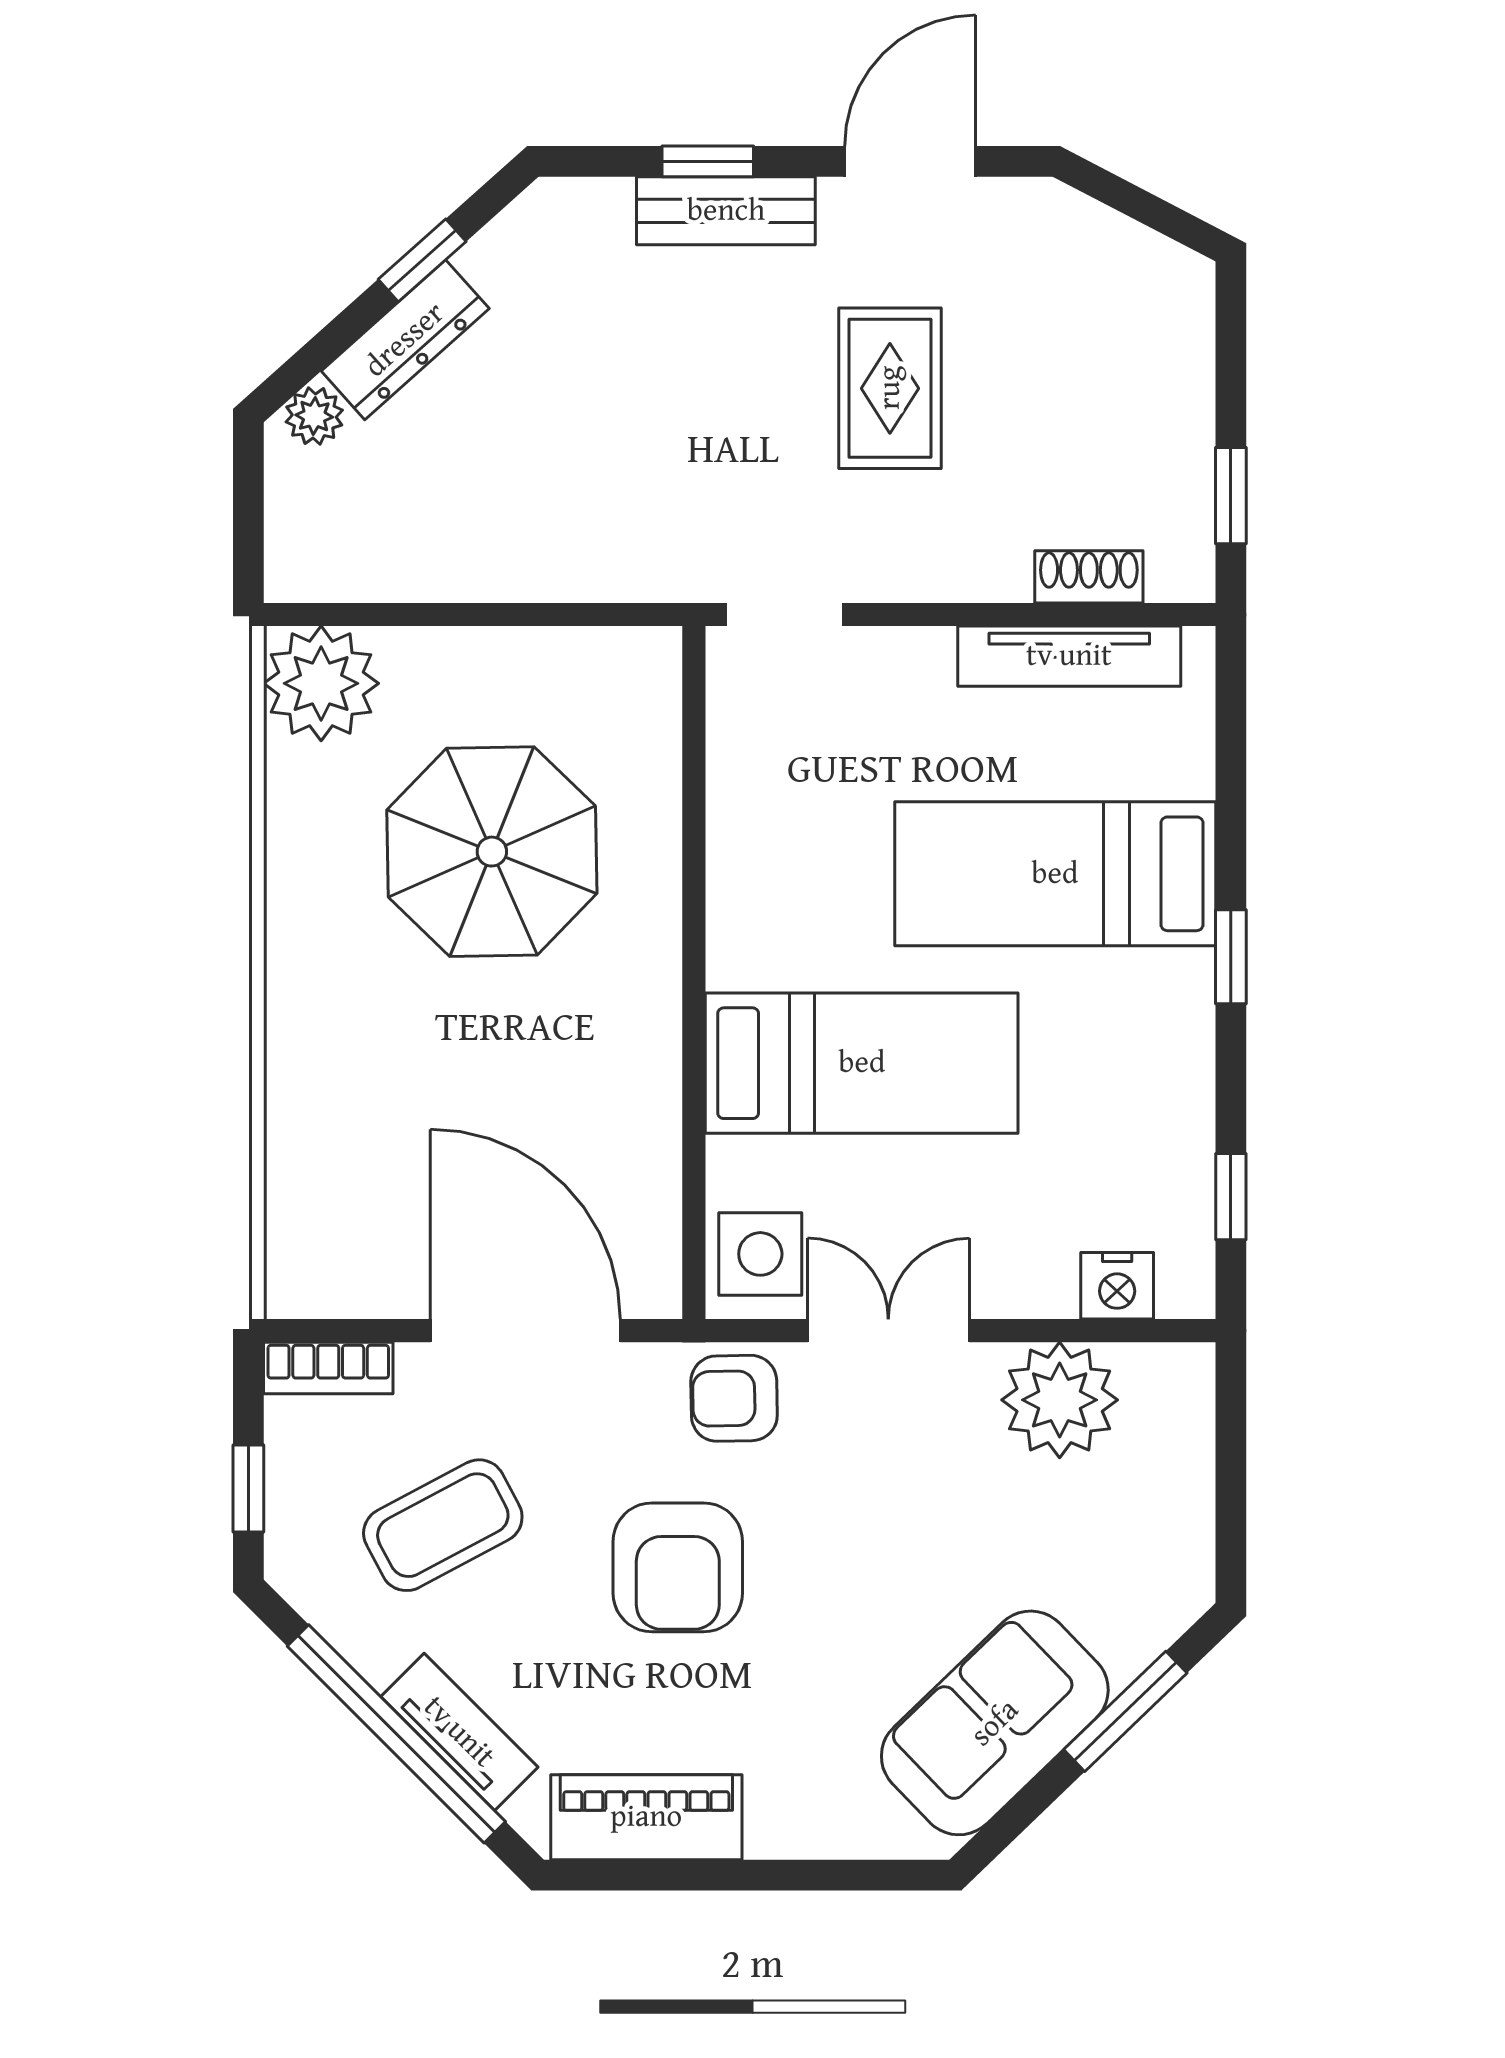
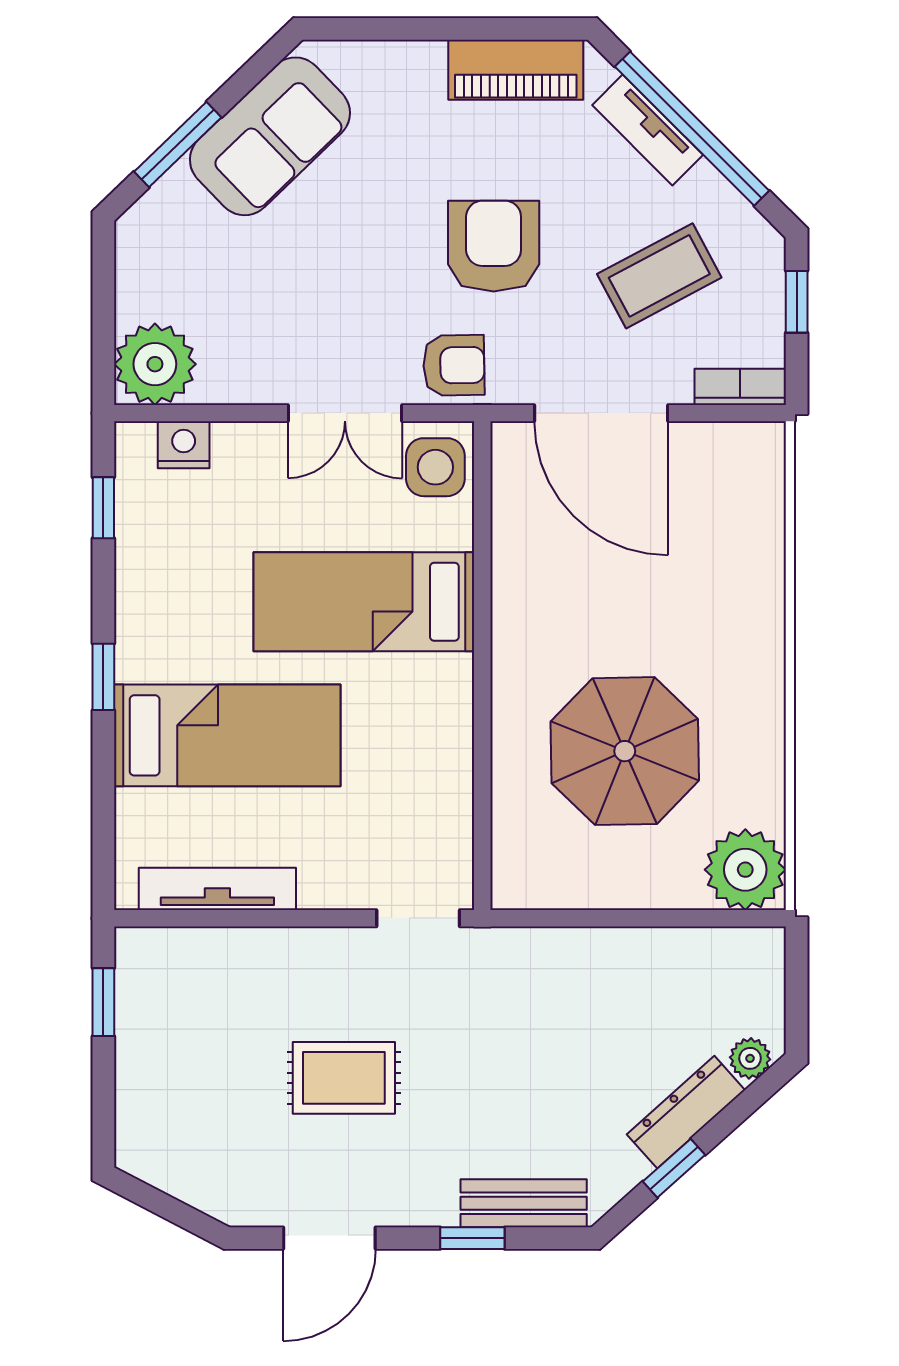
bench: (726, 211) -> (524, 1203), moved
rug: (890, 388) -> (344, 1078), turned 90
shoe rack: (1089, 577) -> (204, 945), removed
plant: (1060, 1400) -> (155, 364), moved

